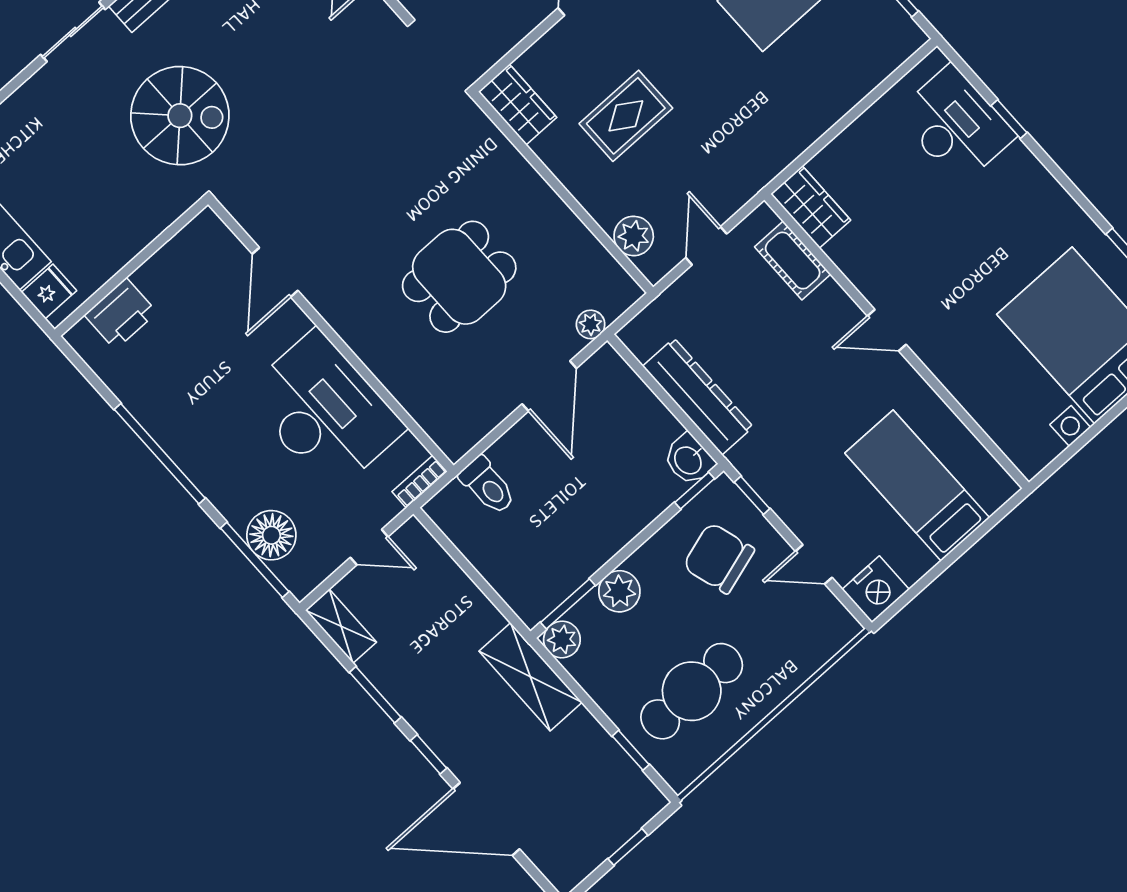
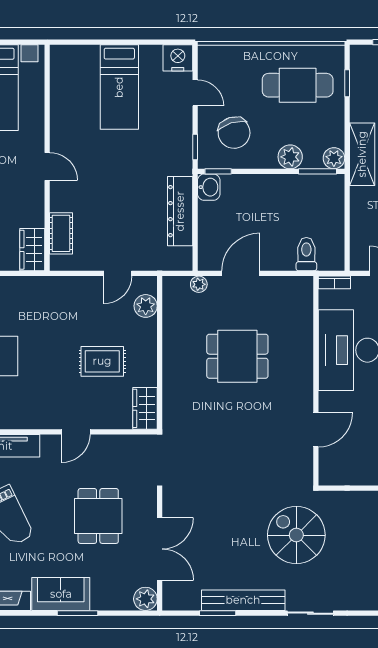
wardrobe: (811, 207) -> (32, 250), moved
cot: (793, 261) -> (61, 233), moved
door: (887, 330) -> (47, 166), moved
wall: (897, 341) -> (47, 158), moved

